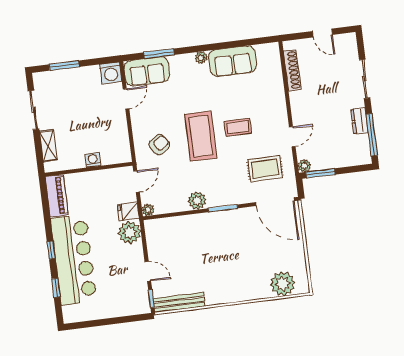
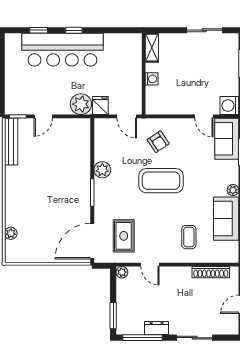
coffee table: (238, 127) -> (189, 237), moved
shelving: (48, 146) -> (152, 48), moved, turned 90
window: (320, 173) -> (113, 316), moved
piano: (57, 196) -> (123, 42), removed
plant: (148, 210) -> (100, 124), removed
plant: (283, 284) -> (11, 233), width x0.53, depth x0.53

